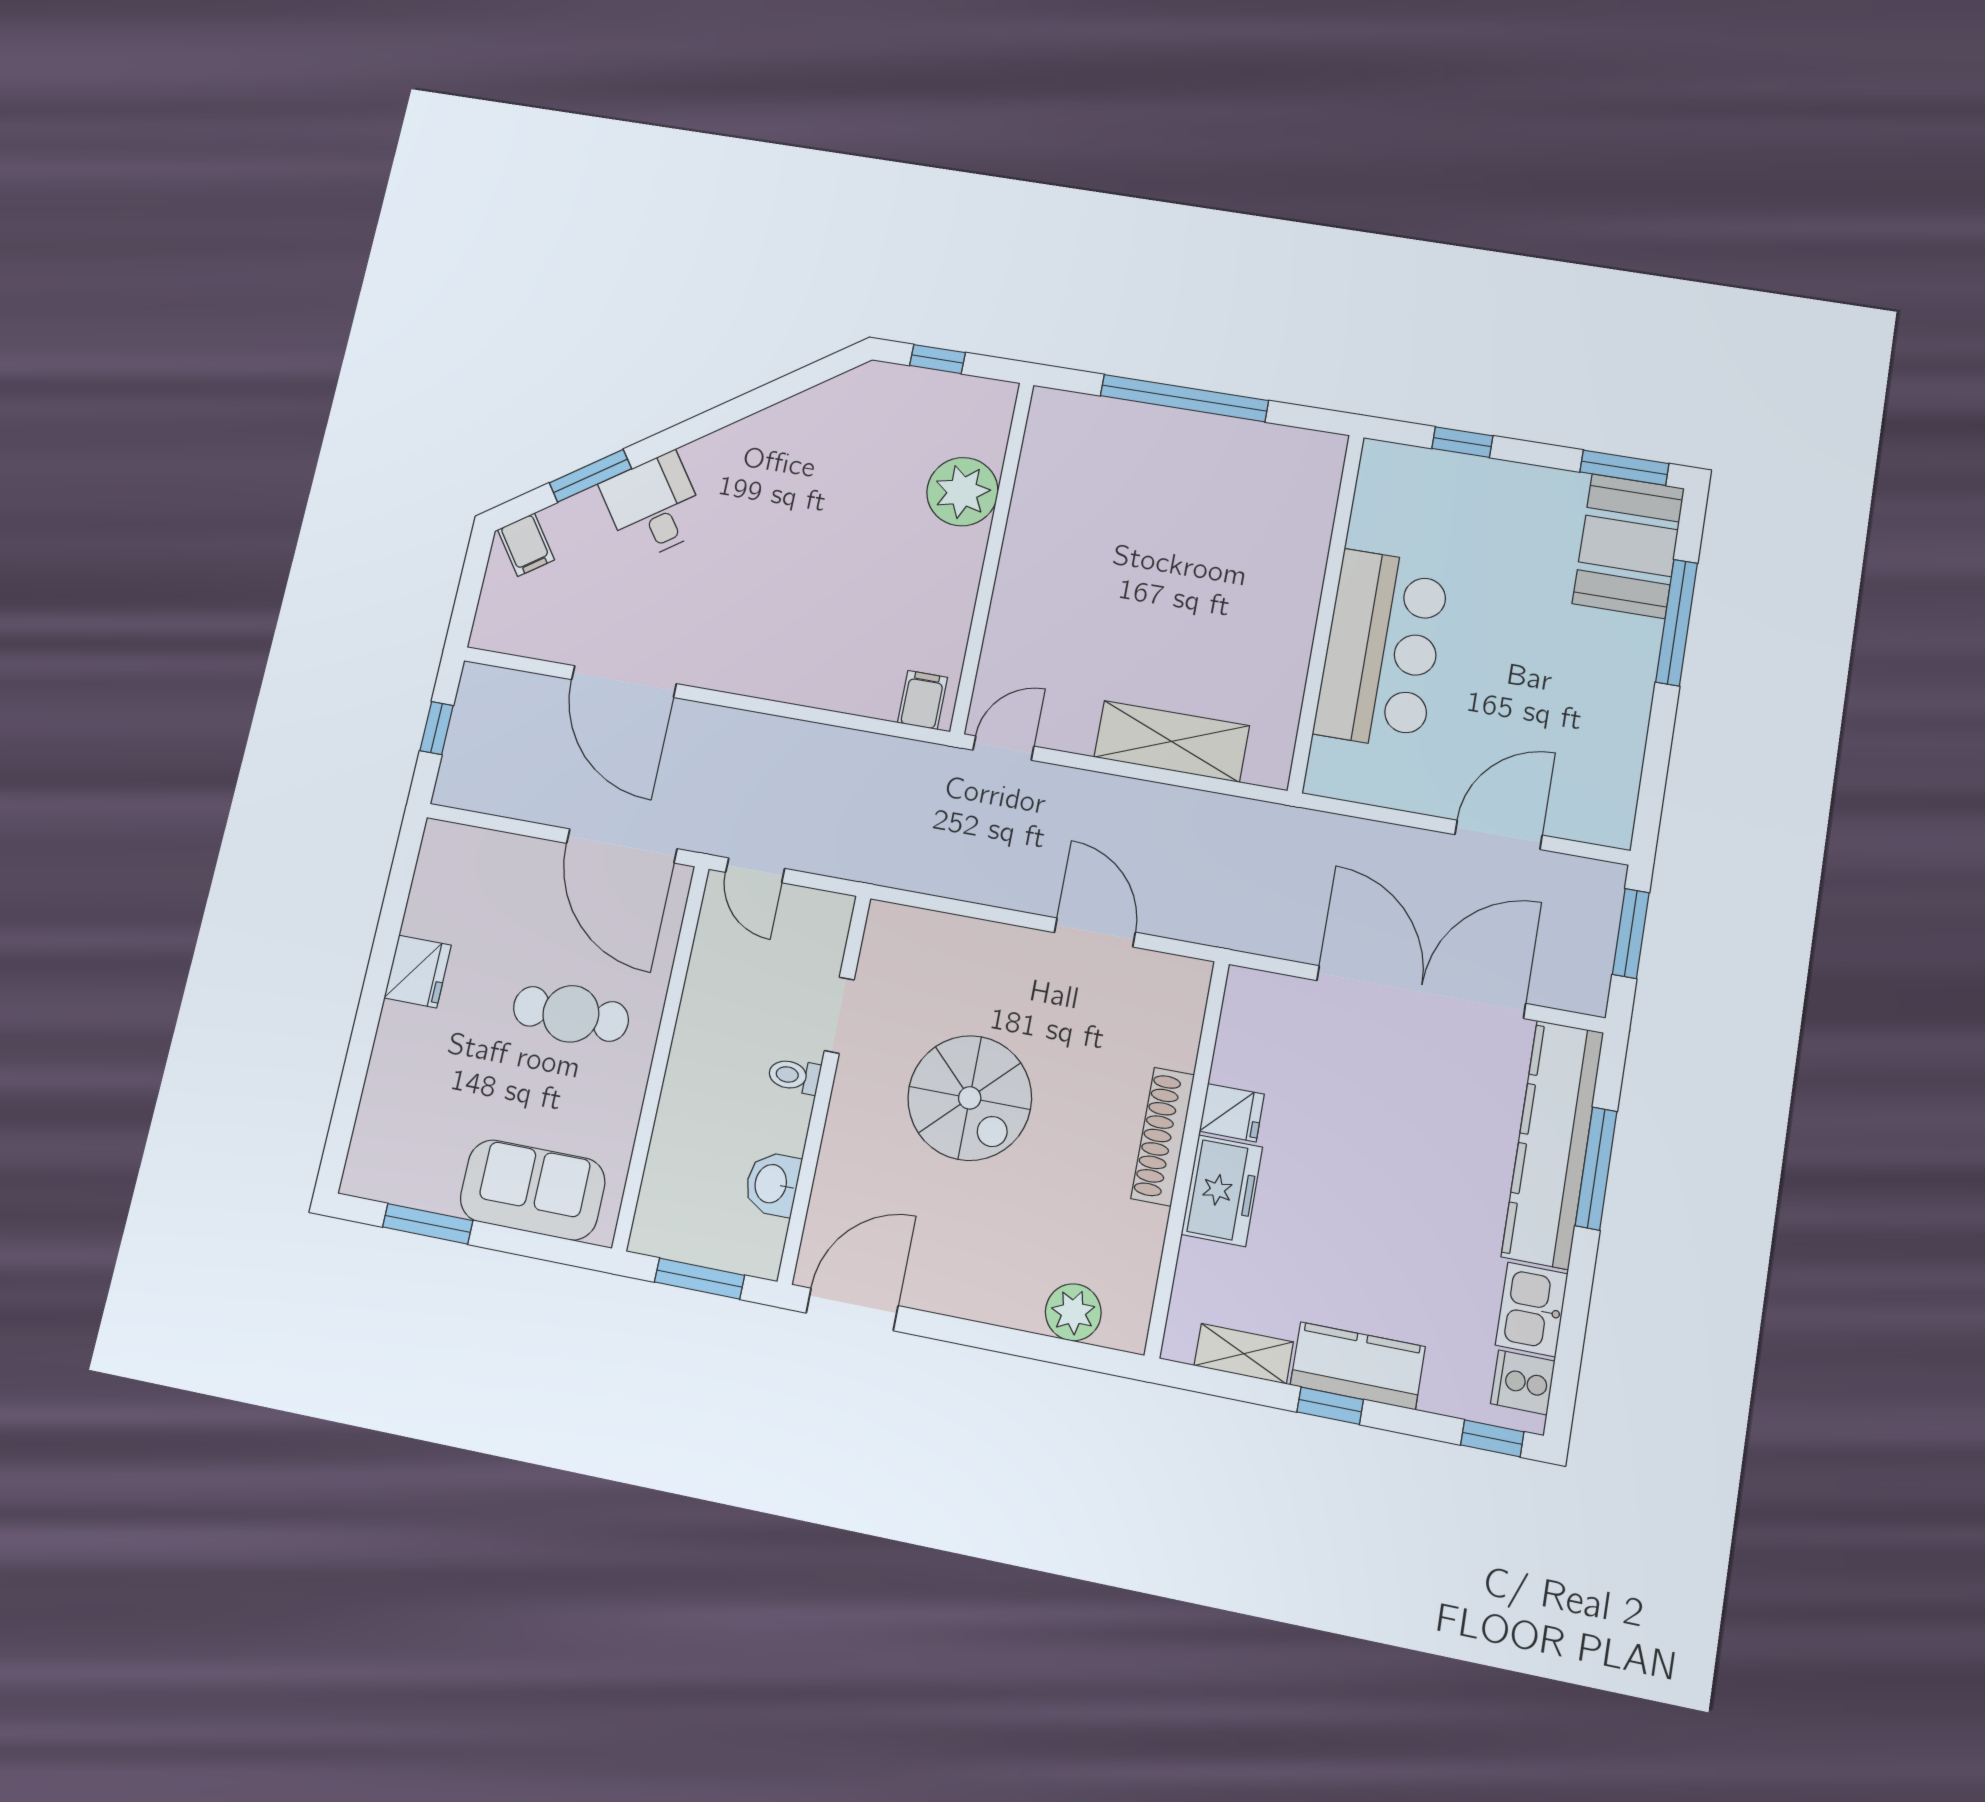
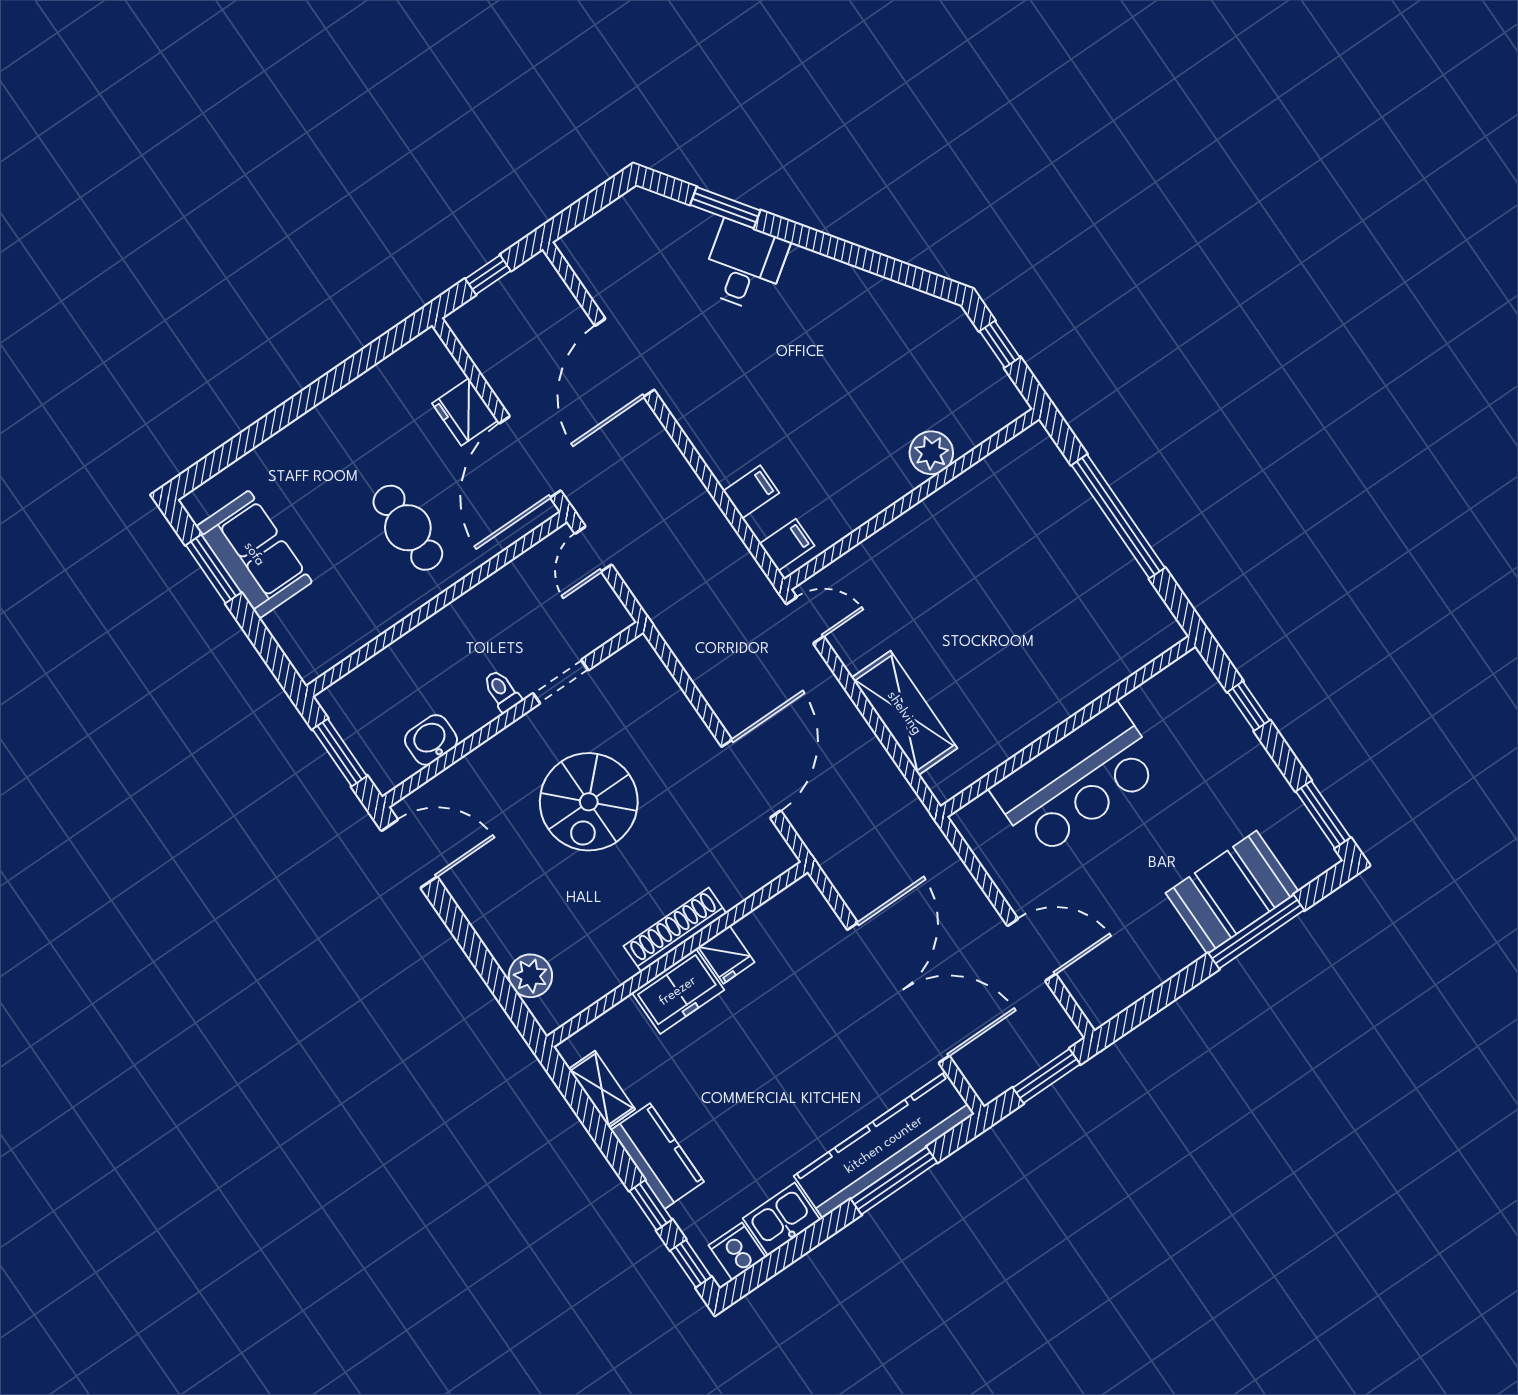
plant: (962, 492) -> (931, 453), width x0.73, depth x0.73
filing cabinet: (526, 545) -> (751, 492), moved, turned -145
booth: (1628, 546) -> (1232, 892), moved
door: (1095, 932) -> (751, 779), width x1.36
fridge: (418, 972) -> (465, 412), moved, turned 90
sofa: (533, 1190) -> (254, 554), moved
window: (1330, 1406) -> (651, 1205), moved

